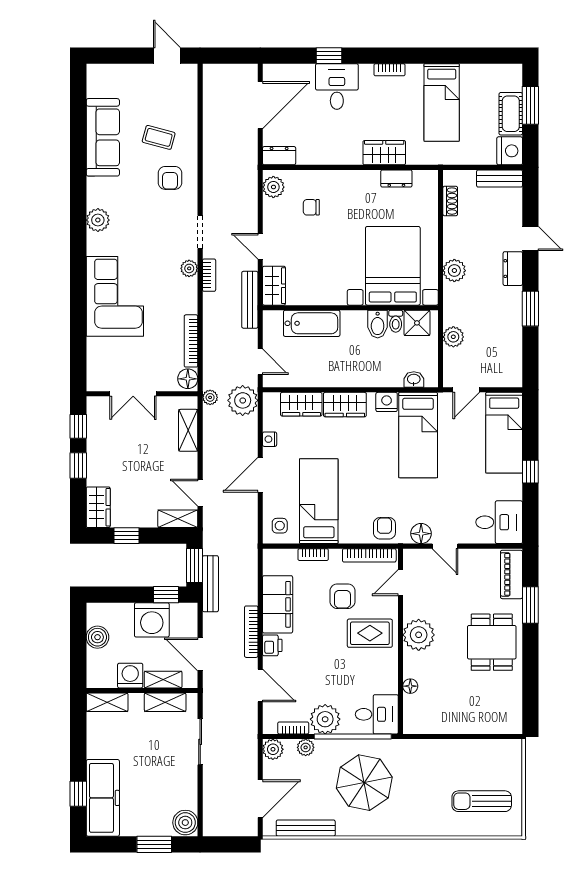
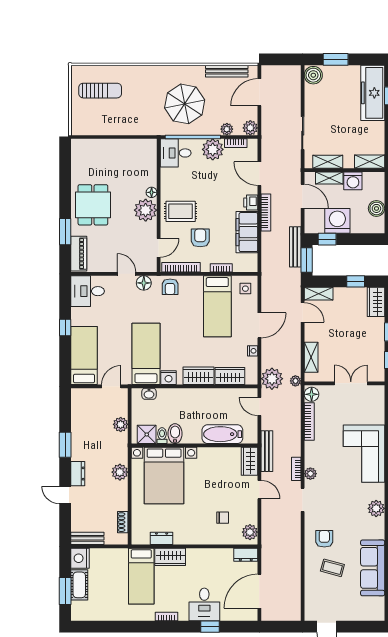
bed: (442, 103) -> (141, 576), moved, turned 180
floor lamp: (410, 686) -> (152, 192), moved

